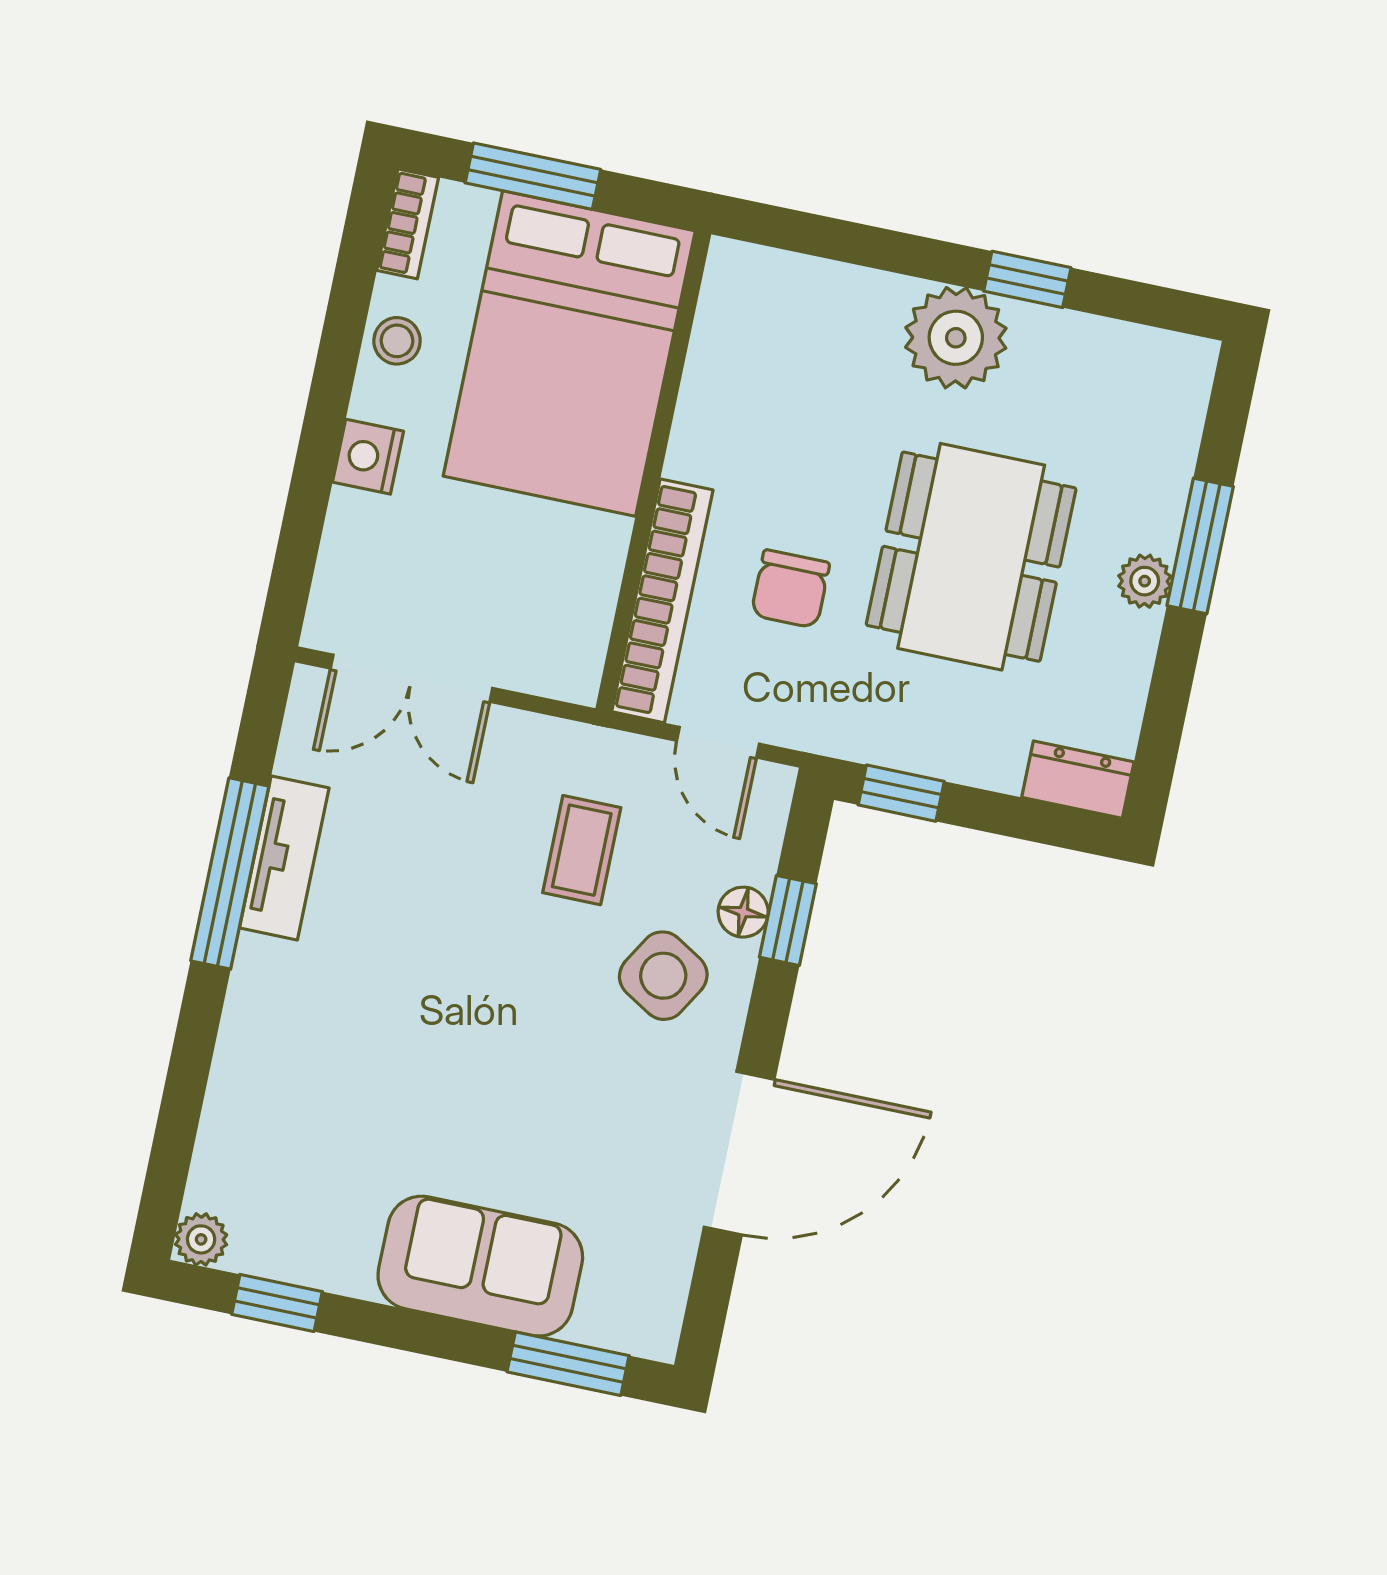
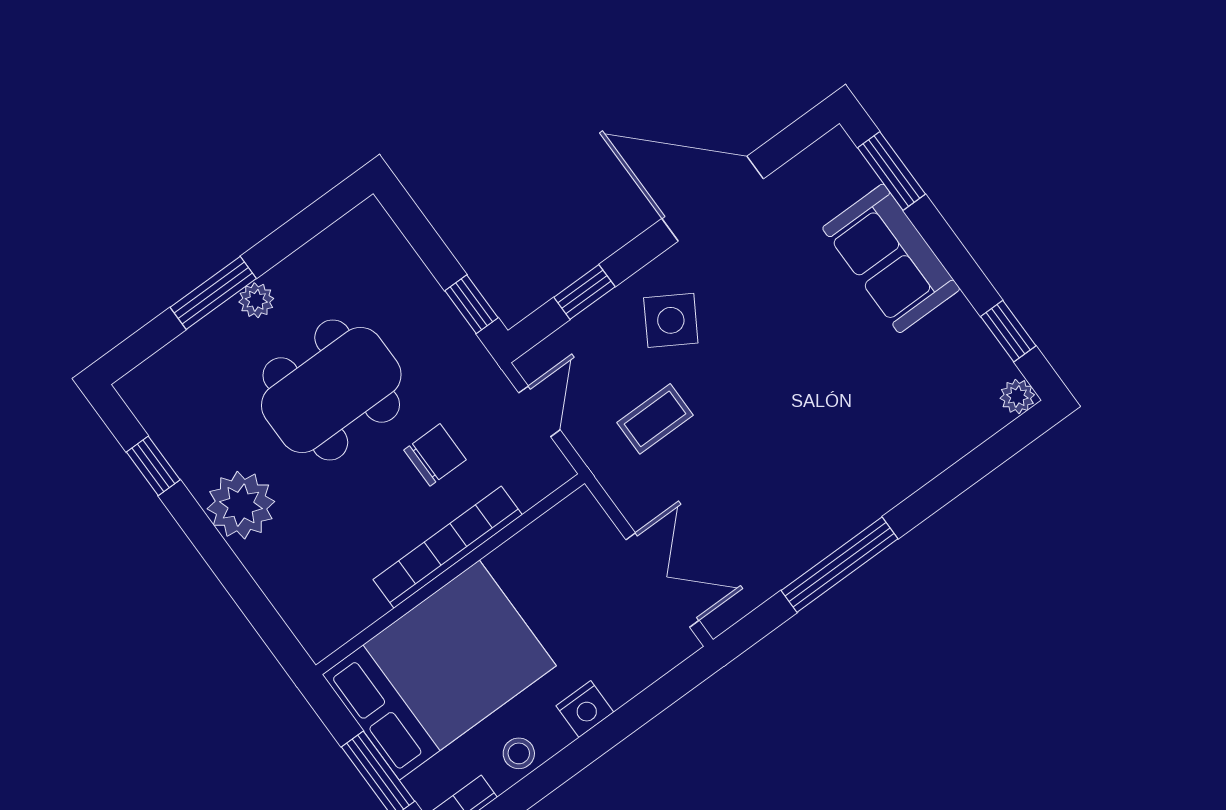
window: (1027, 279) -> (153, 466), moved
bookcase: (662, 601) -> (448, 547), moved
dresser: (1078, 780) -> (378, 232), removed
tv unit: (284, 858) -> (806, 548), removed
floor lamp: (743, 912) -> (603, 316), removed

